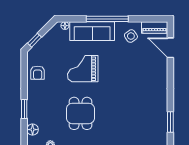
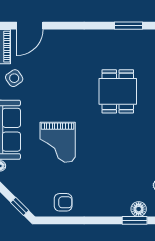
window: (24, 109) -> (135, 220), moved
dining table: (80, 113) -> (118, 91), moved, turned 90

